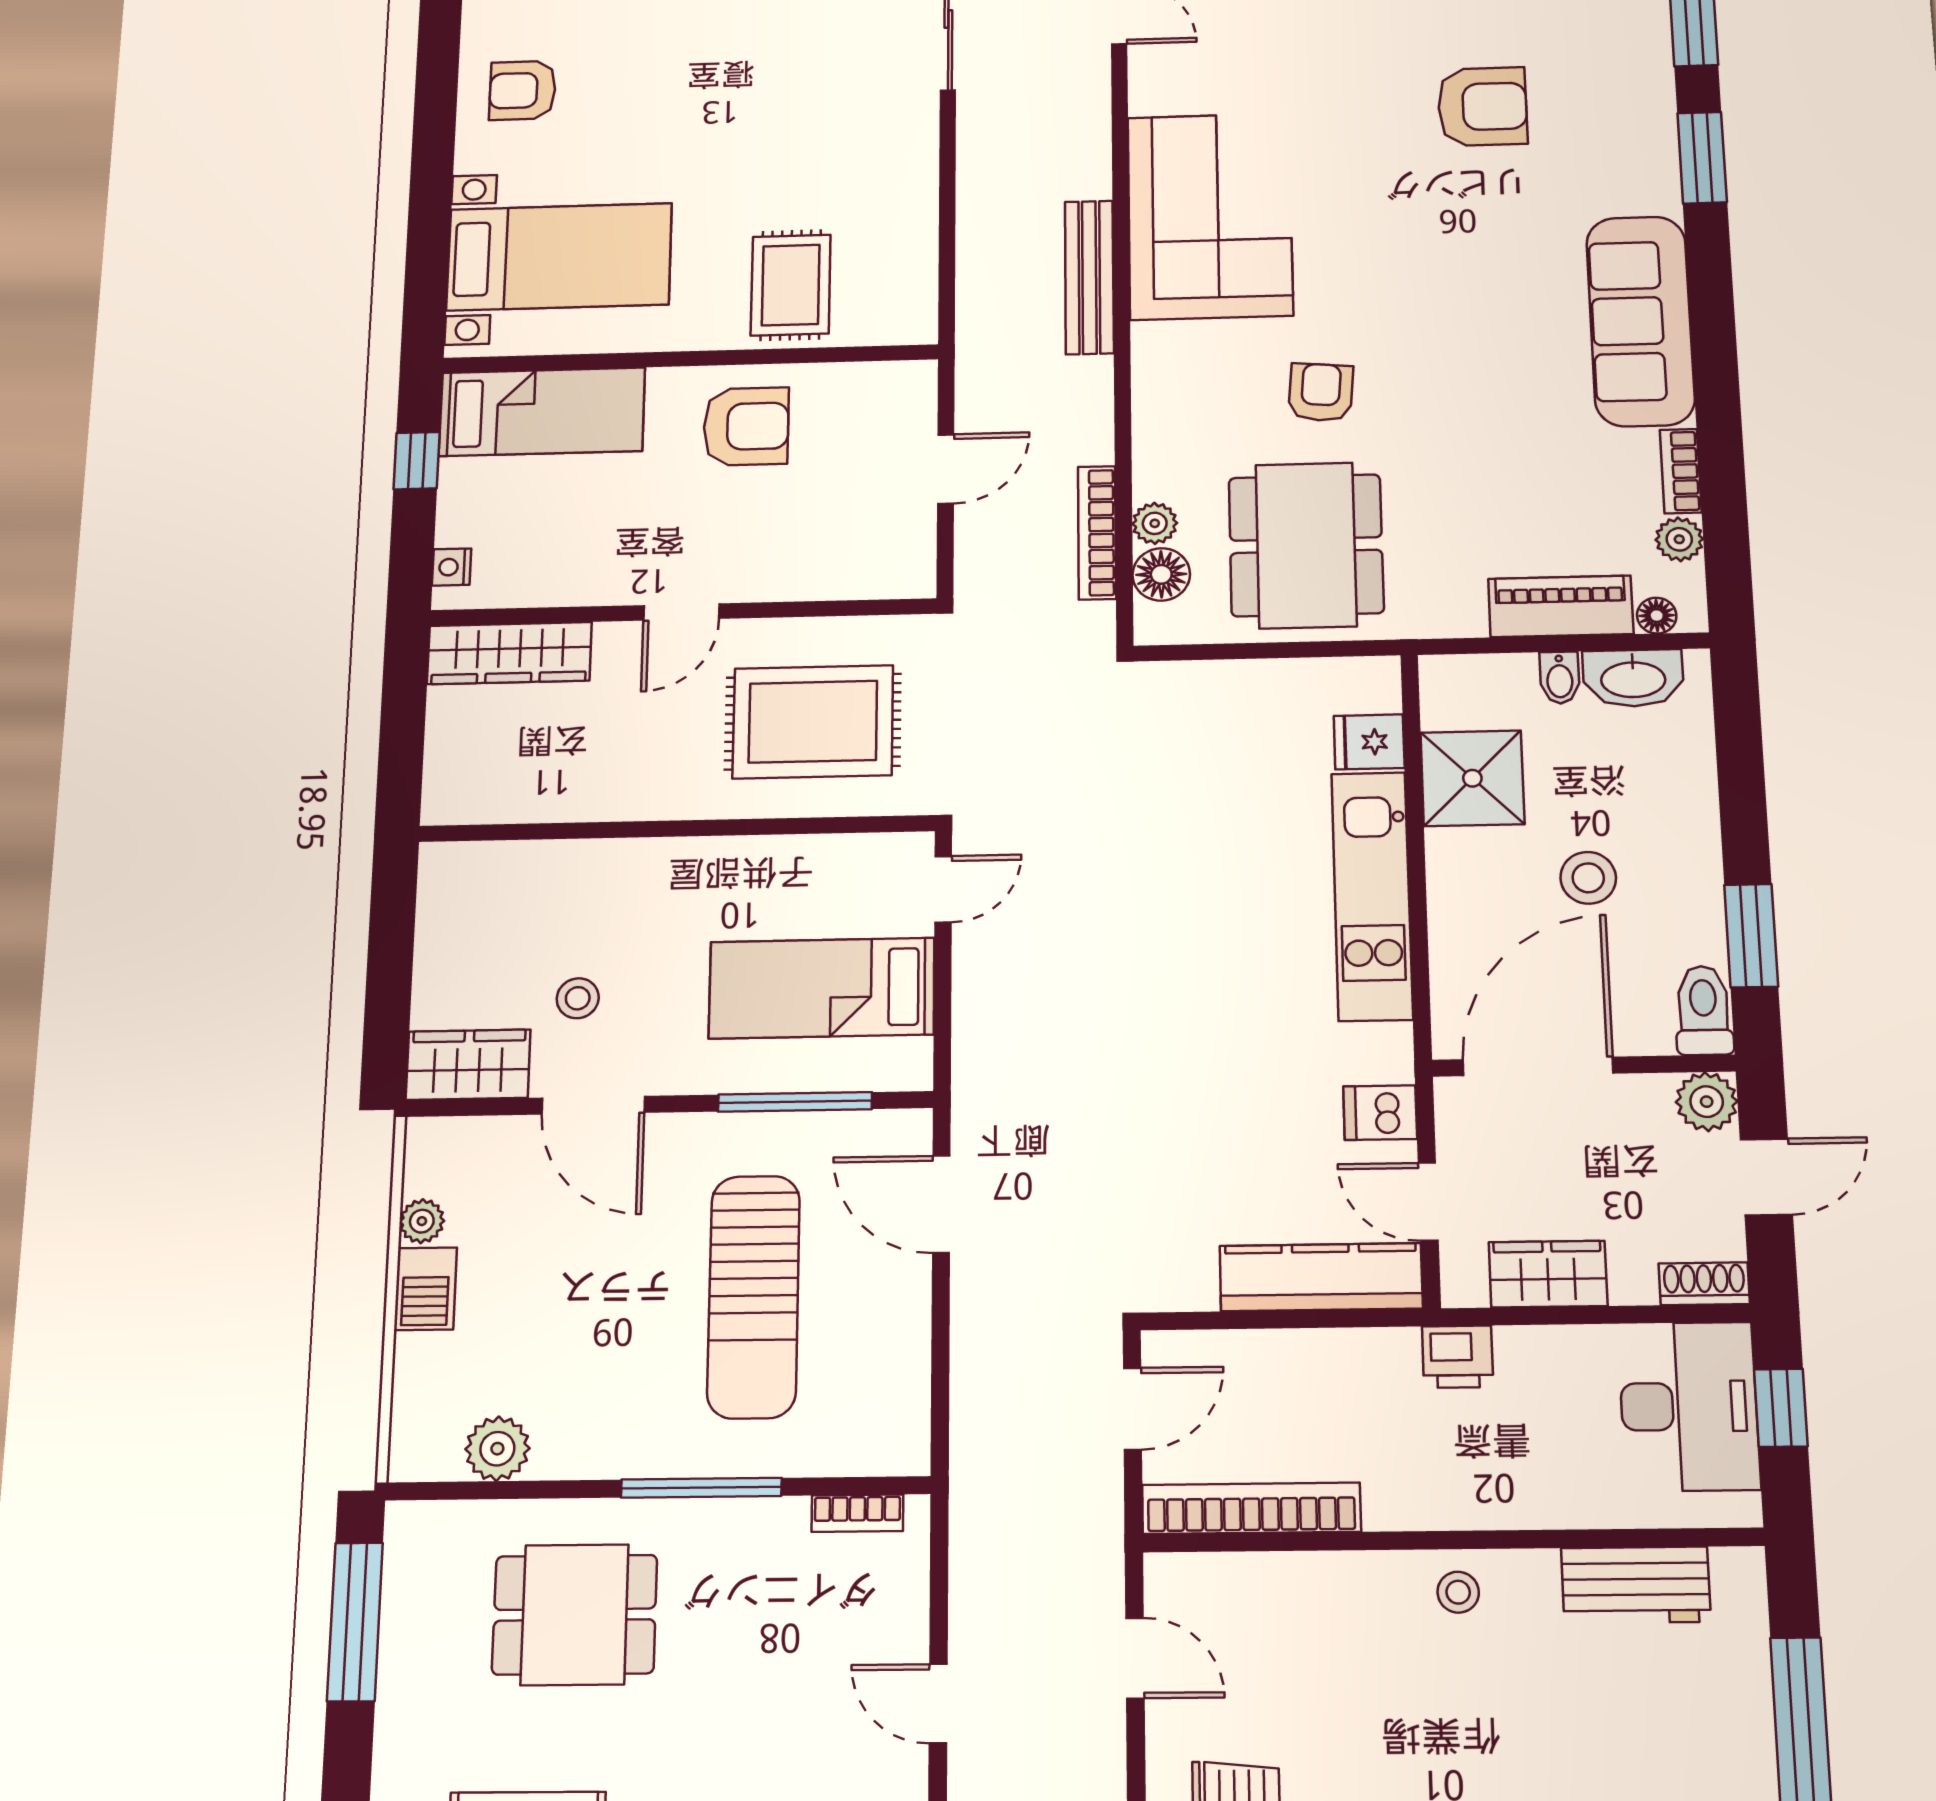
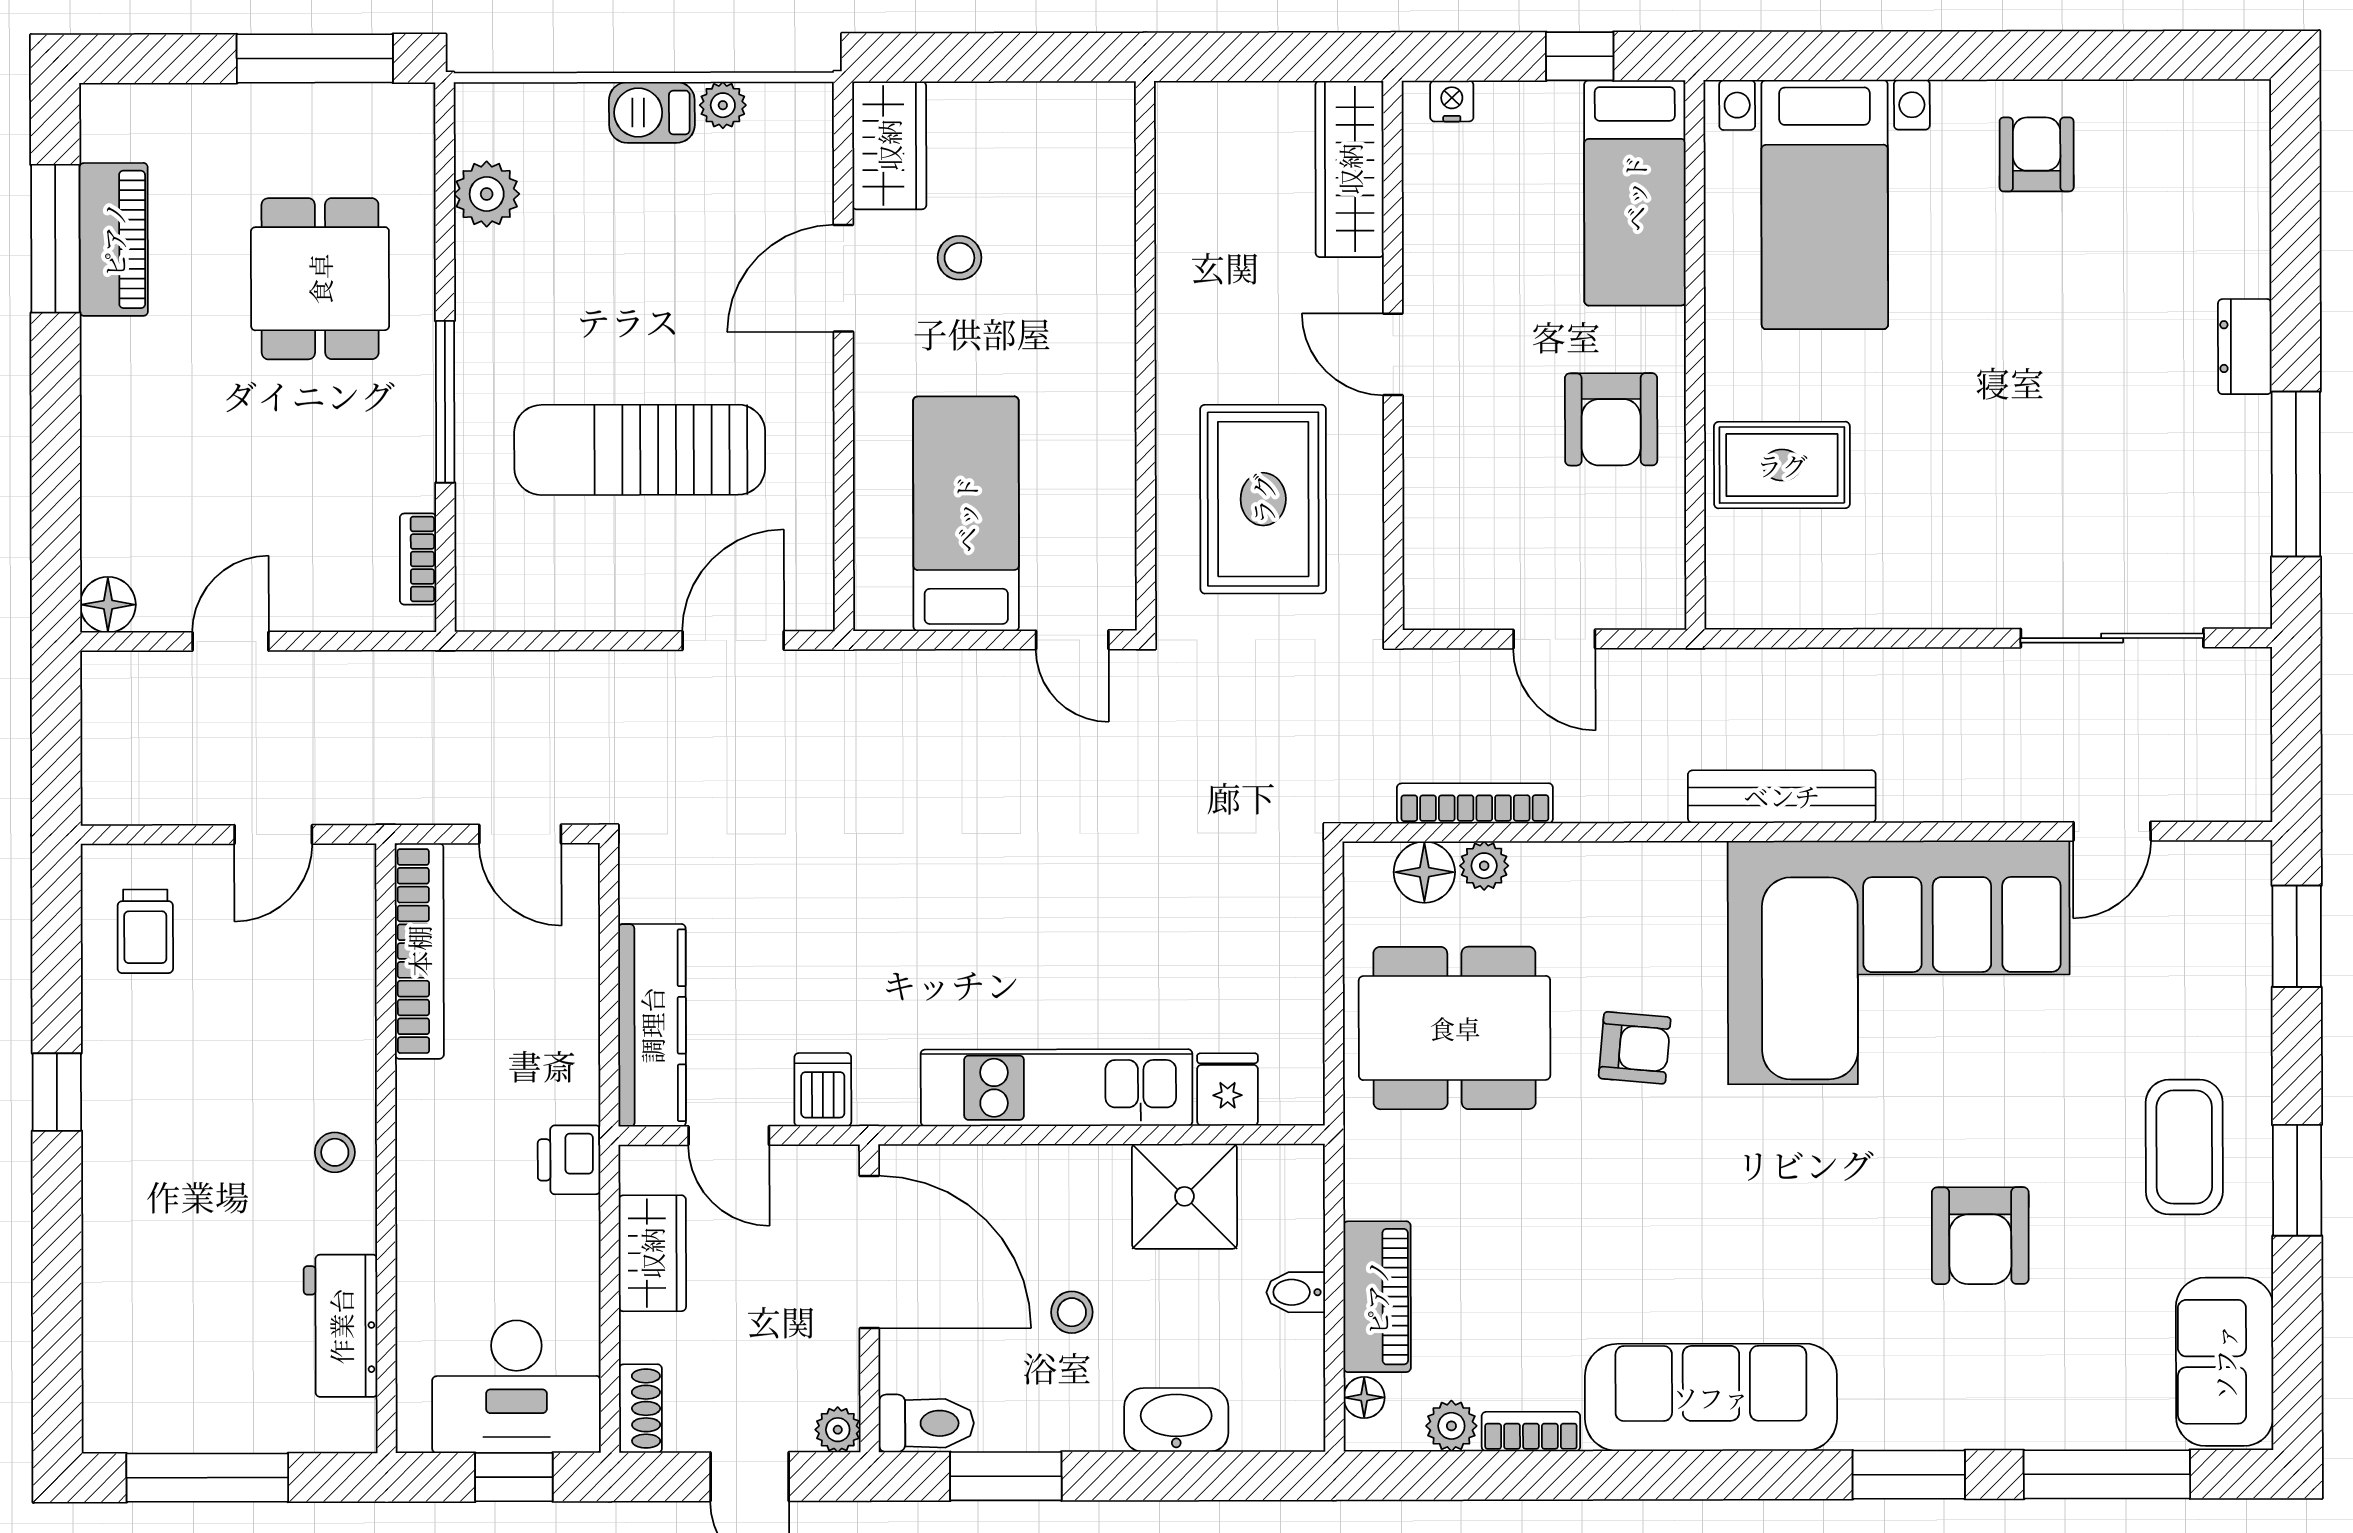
corner sofa: (1210, 216) -> (1899, 962), width x1.36, depth x1.36
washbasin: (1633, 678) -> (1176, 1420), moved, turned 90
stool: (1588, 878) -> (1072, 1312), width x0.73, depth x0.73
window: (795, 1102) -> (844, 488), removed
plant: (1707, 1102) -> (838, 1430), width x0.73, depth x0.73
door: (1428, 1202) -> (729, 1136), swing flipped

